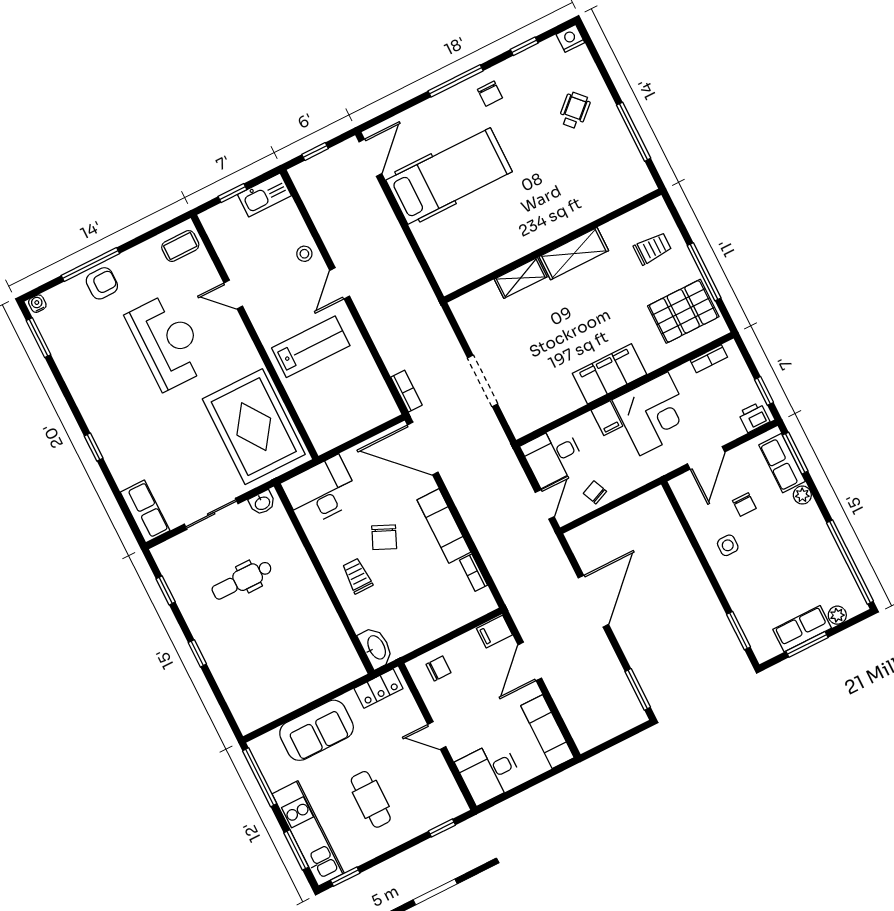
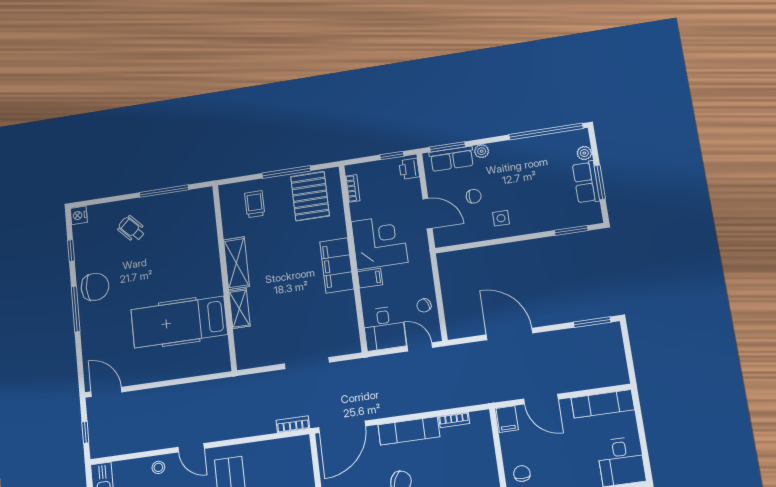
chair: (490, 94) -> (95, 287), width x1.87, depth x1.87
hospital bed: (449, 176) -> (179, 322), moved, turned -90

